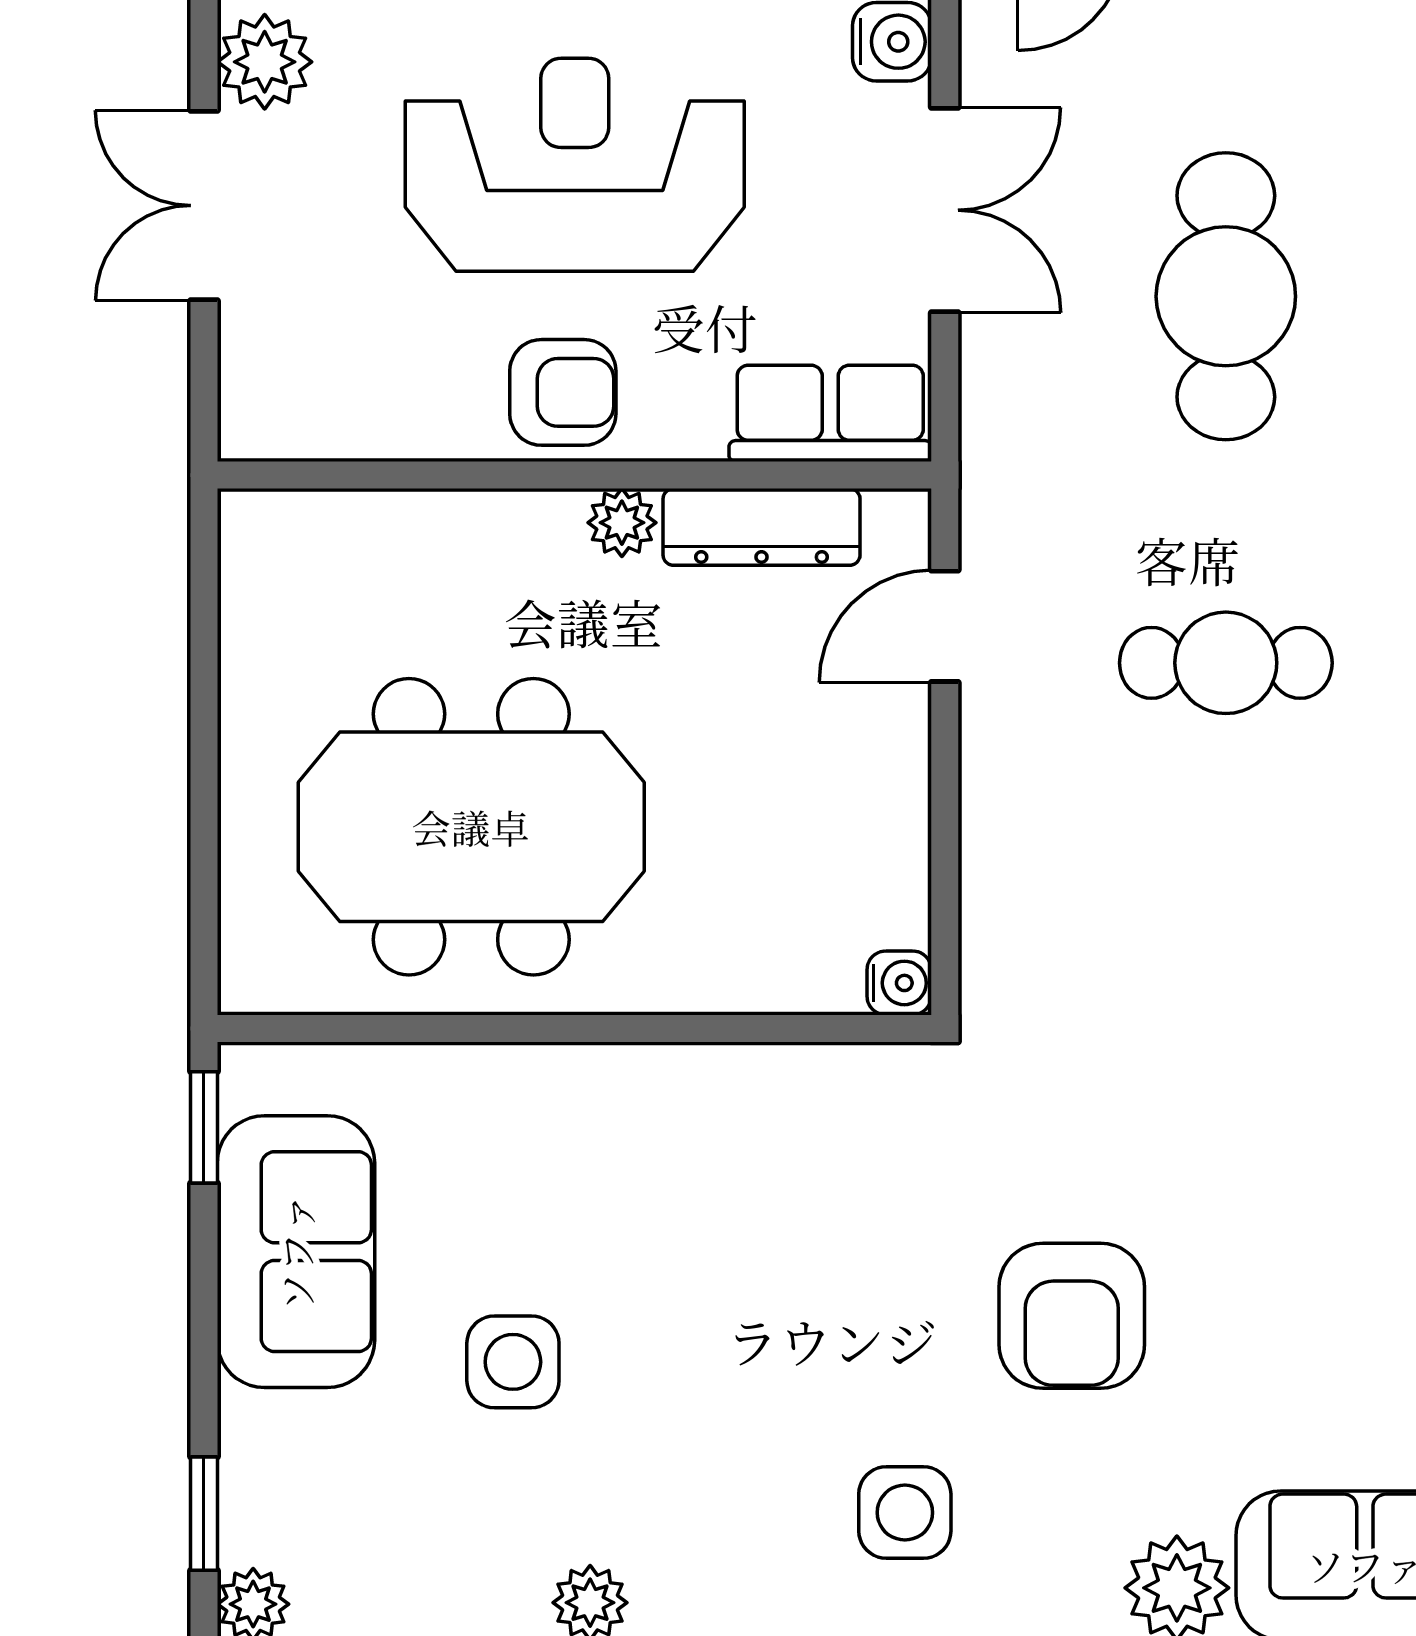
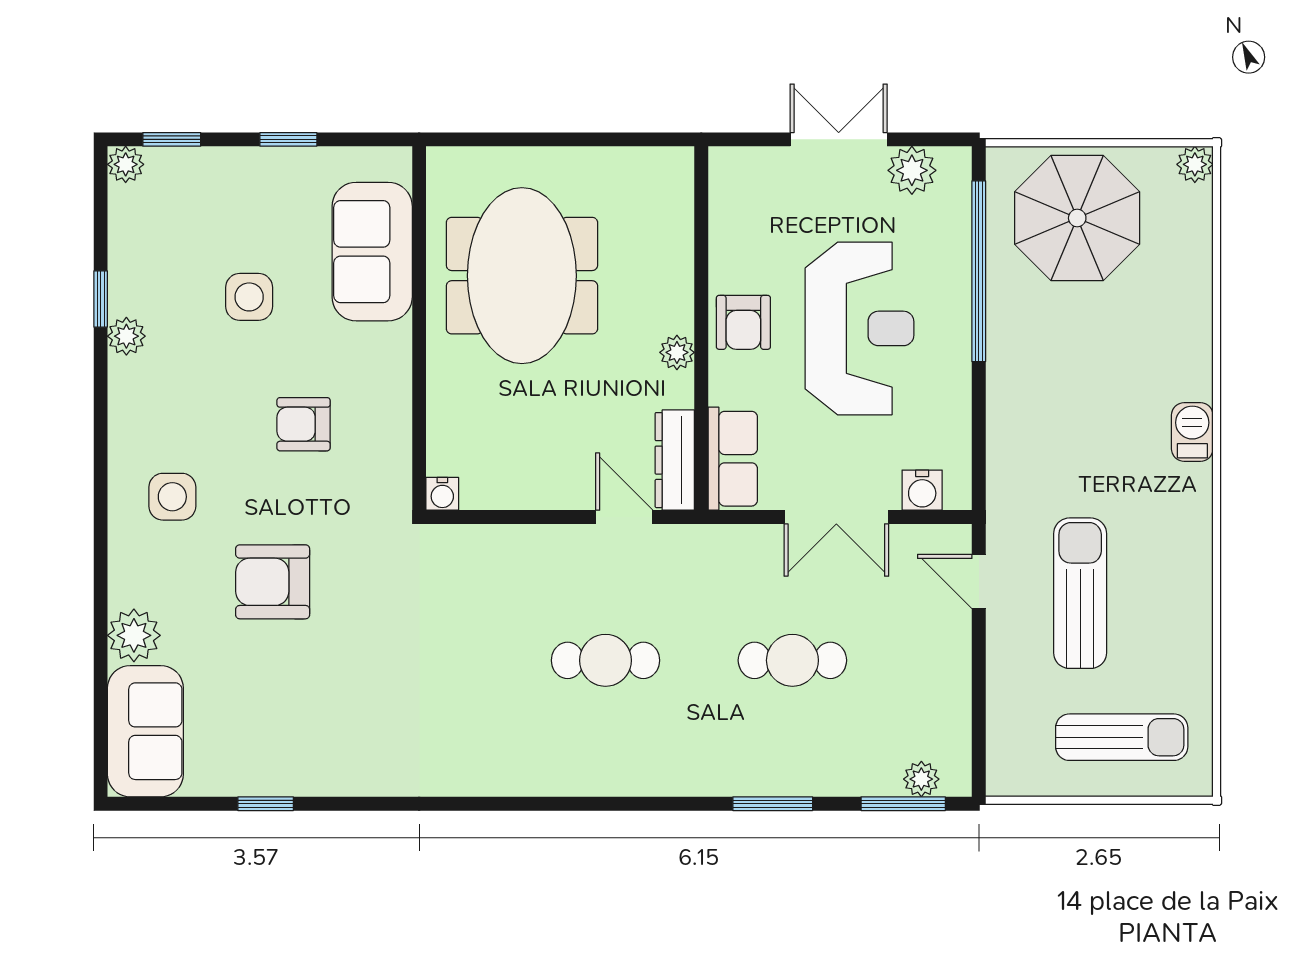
cafe table: (1226, 296) -> (792, 660), width x0.73, depth x0.74
dresser: (762, 527) -> (675, 460), moved
cafe table: (1226, 663) -> (605, 660), turned 90
window: (204, 1127) -> (288, 139), moved
sofa: (296, 1252) -> (372, 252), moved, turned 90
armchair: (763, 1255) -> (304, 424), added

